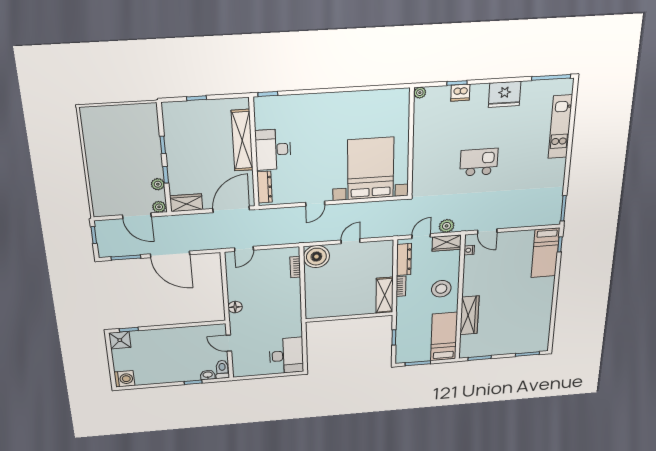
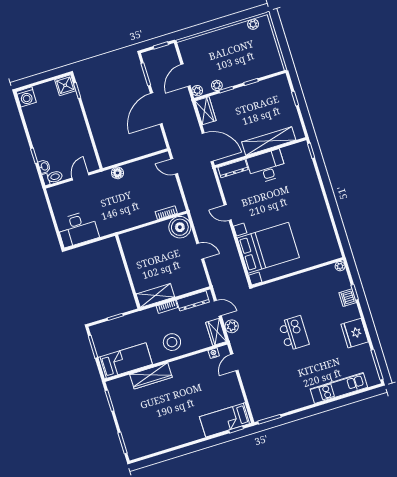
plant: (88, 127) -> (253, 24), added

